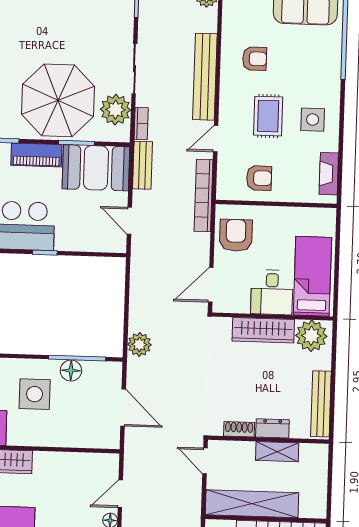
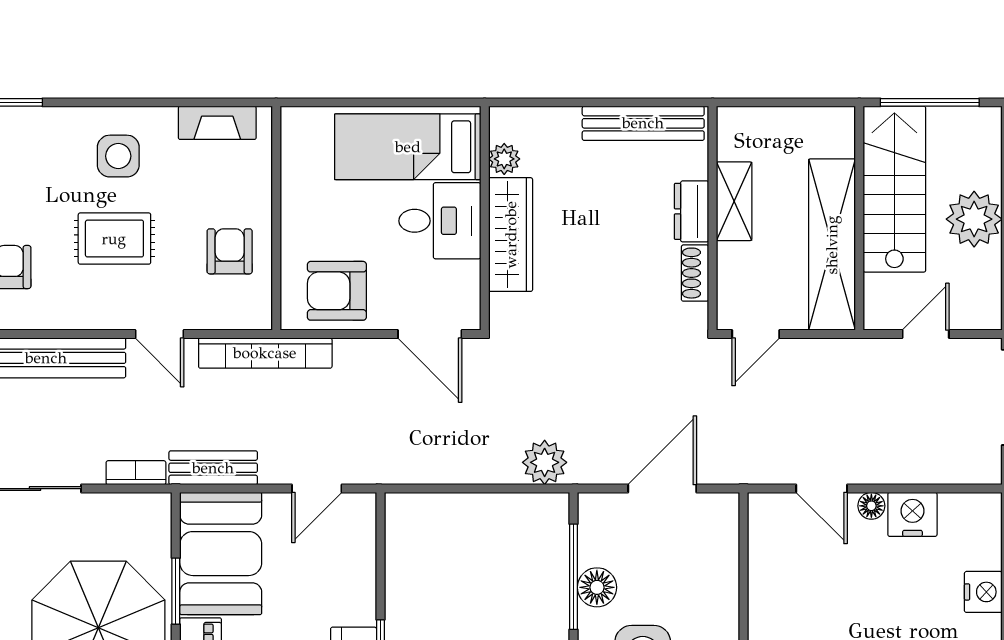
plant: (115, 110) -> (112, 521), removed
plant: (311, 336) -> (504, 159), width x0.53, depth x0.53

